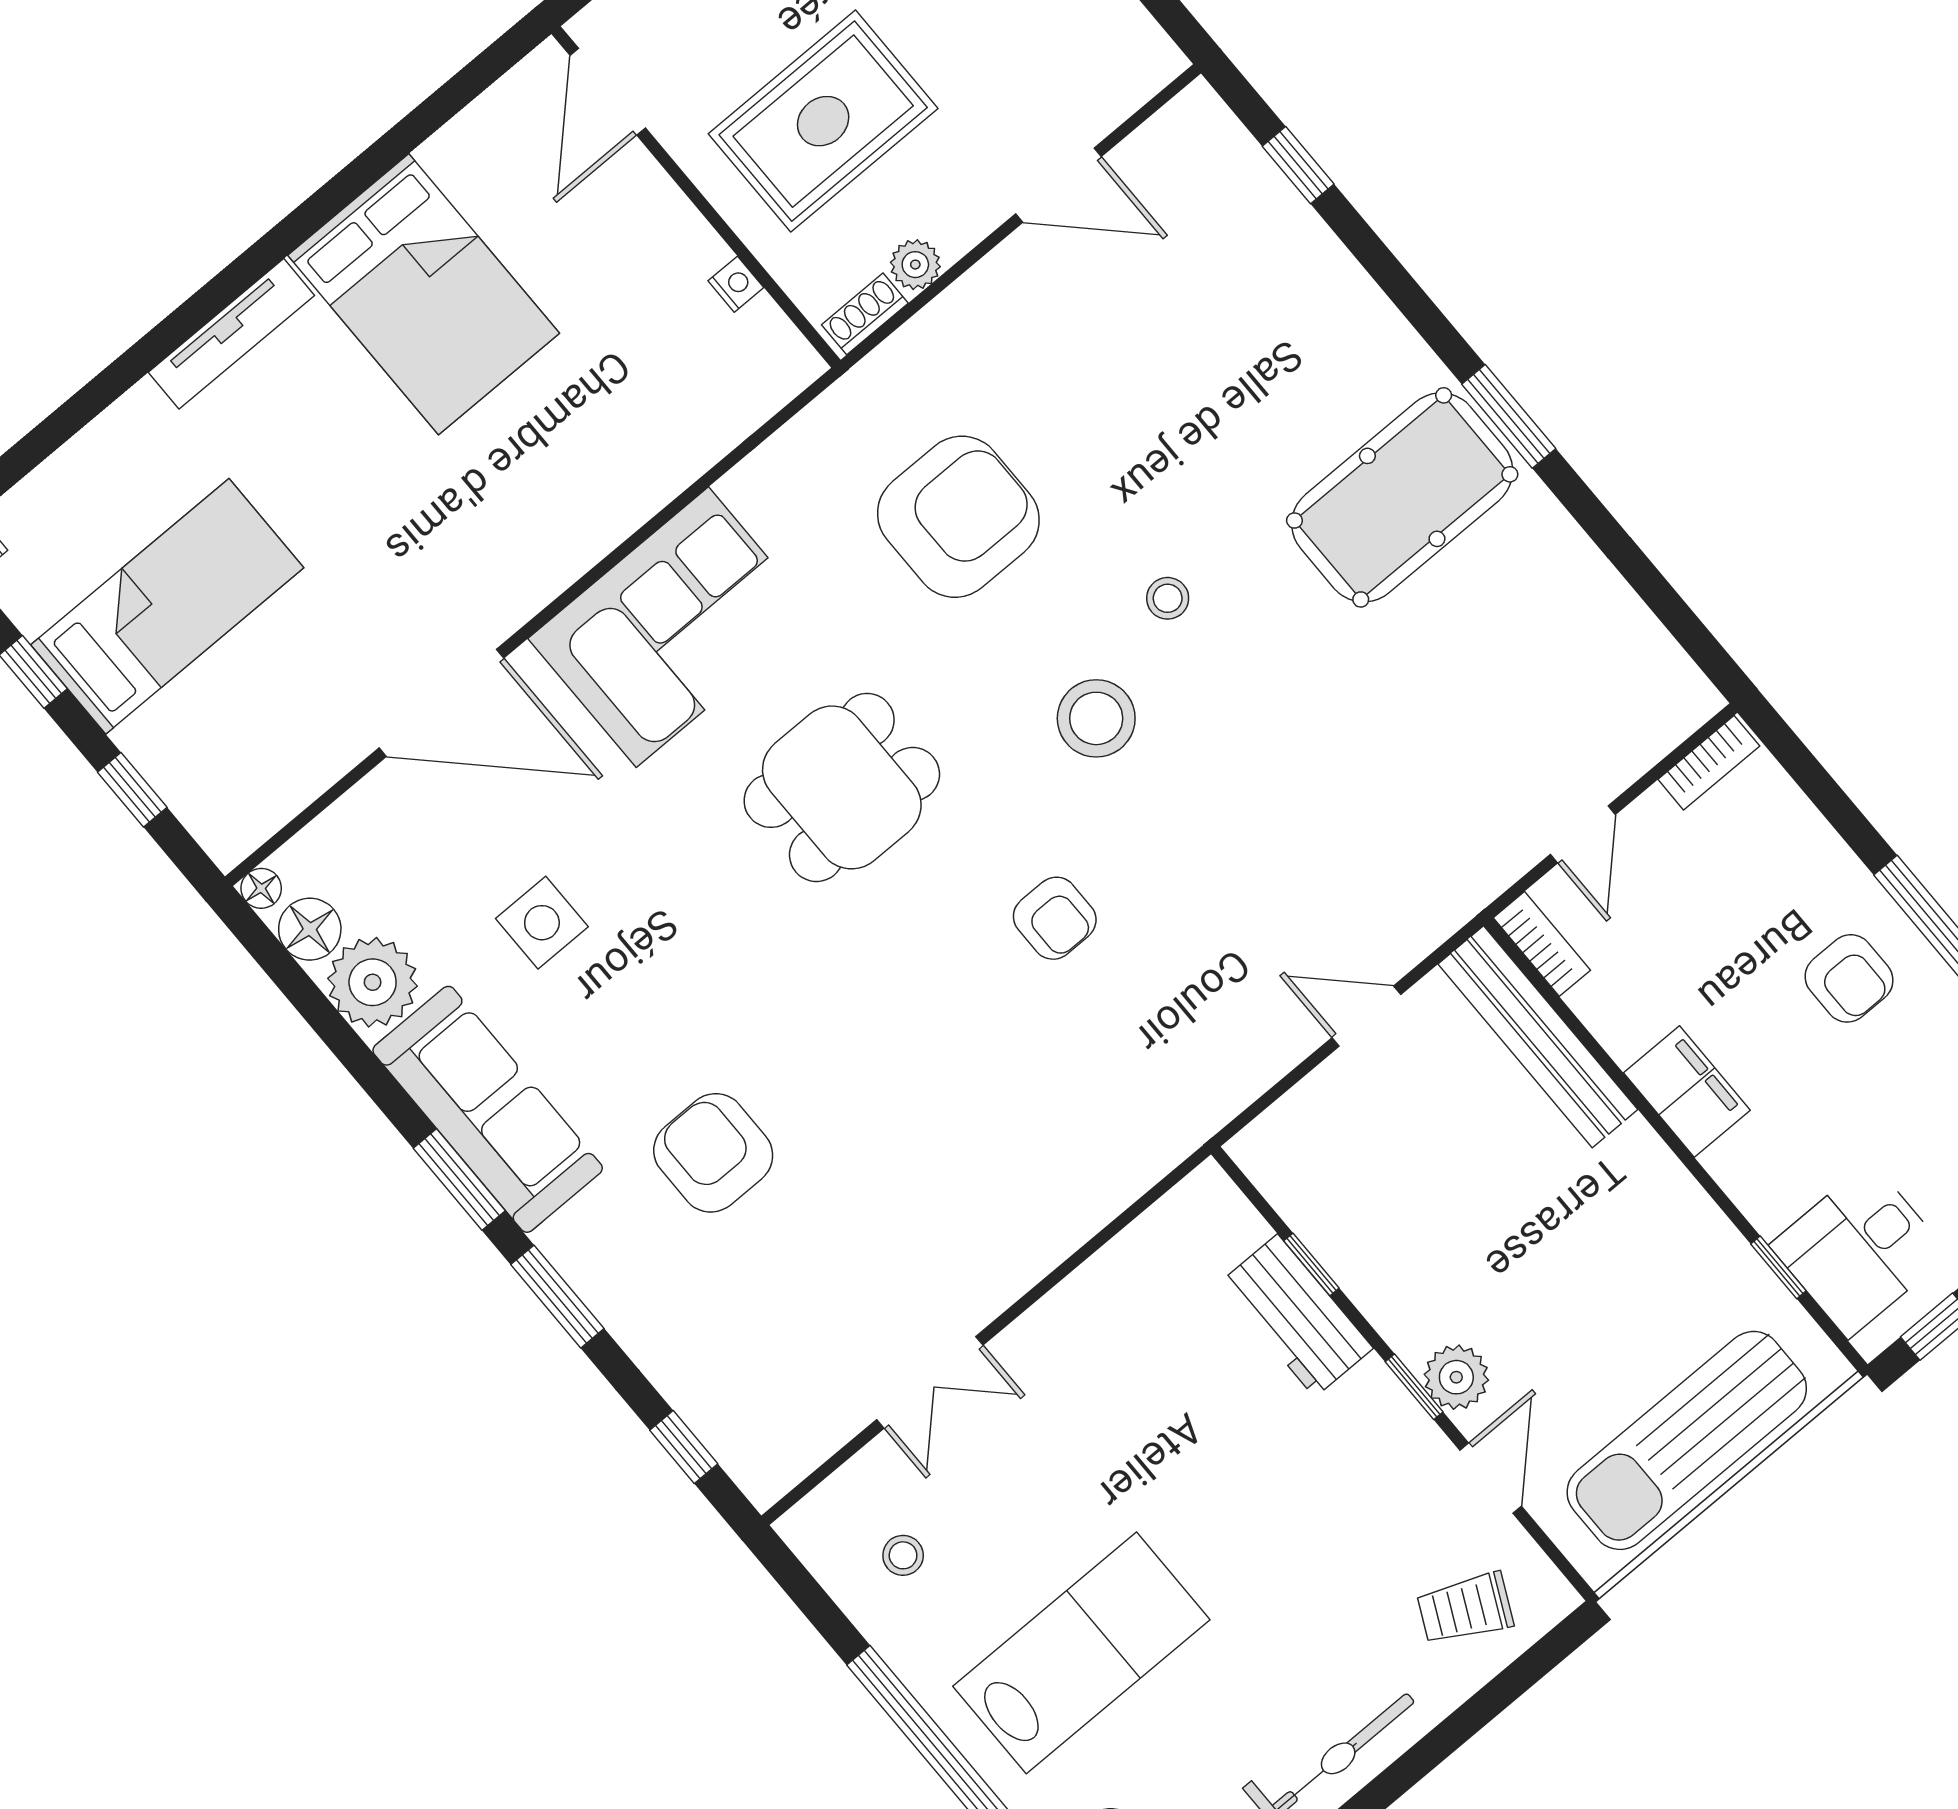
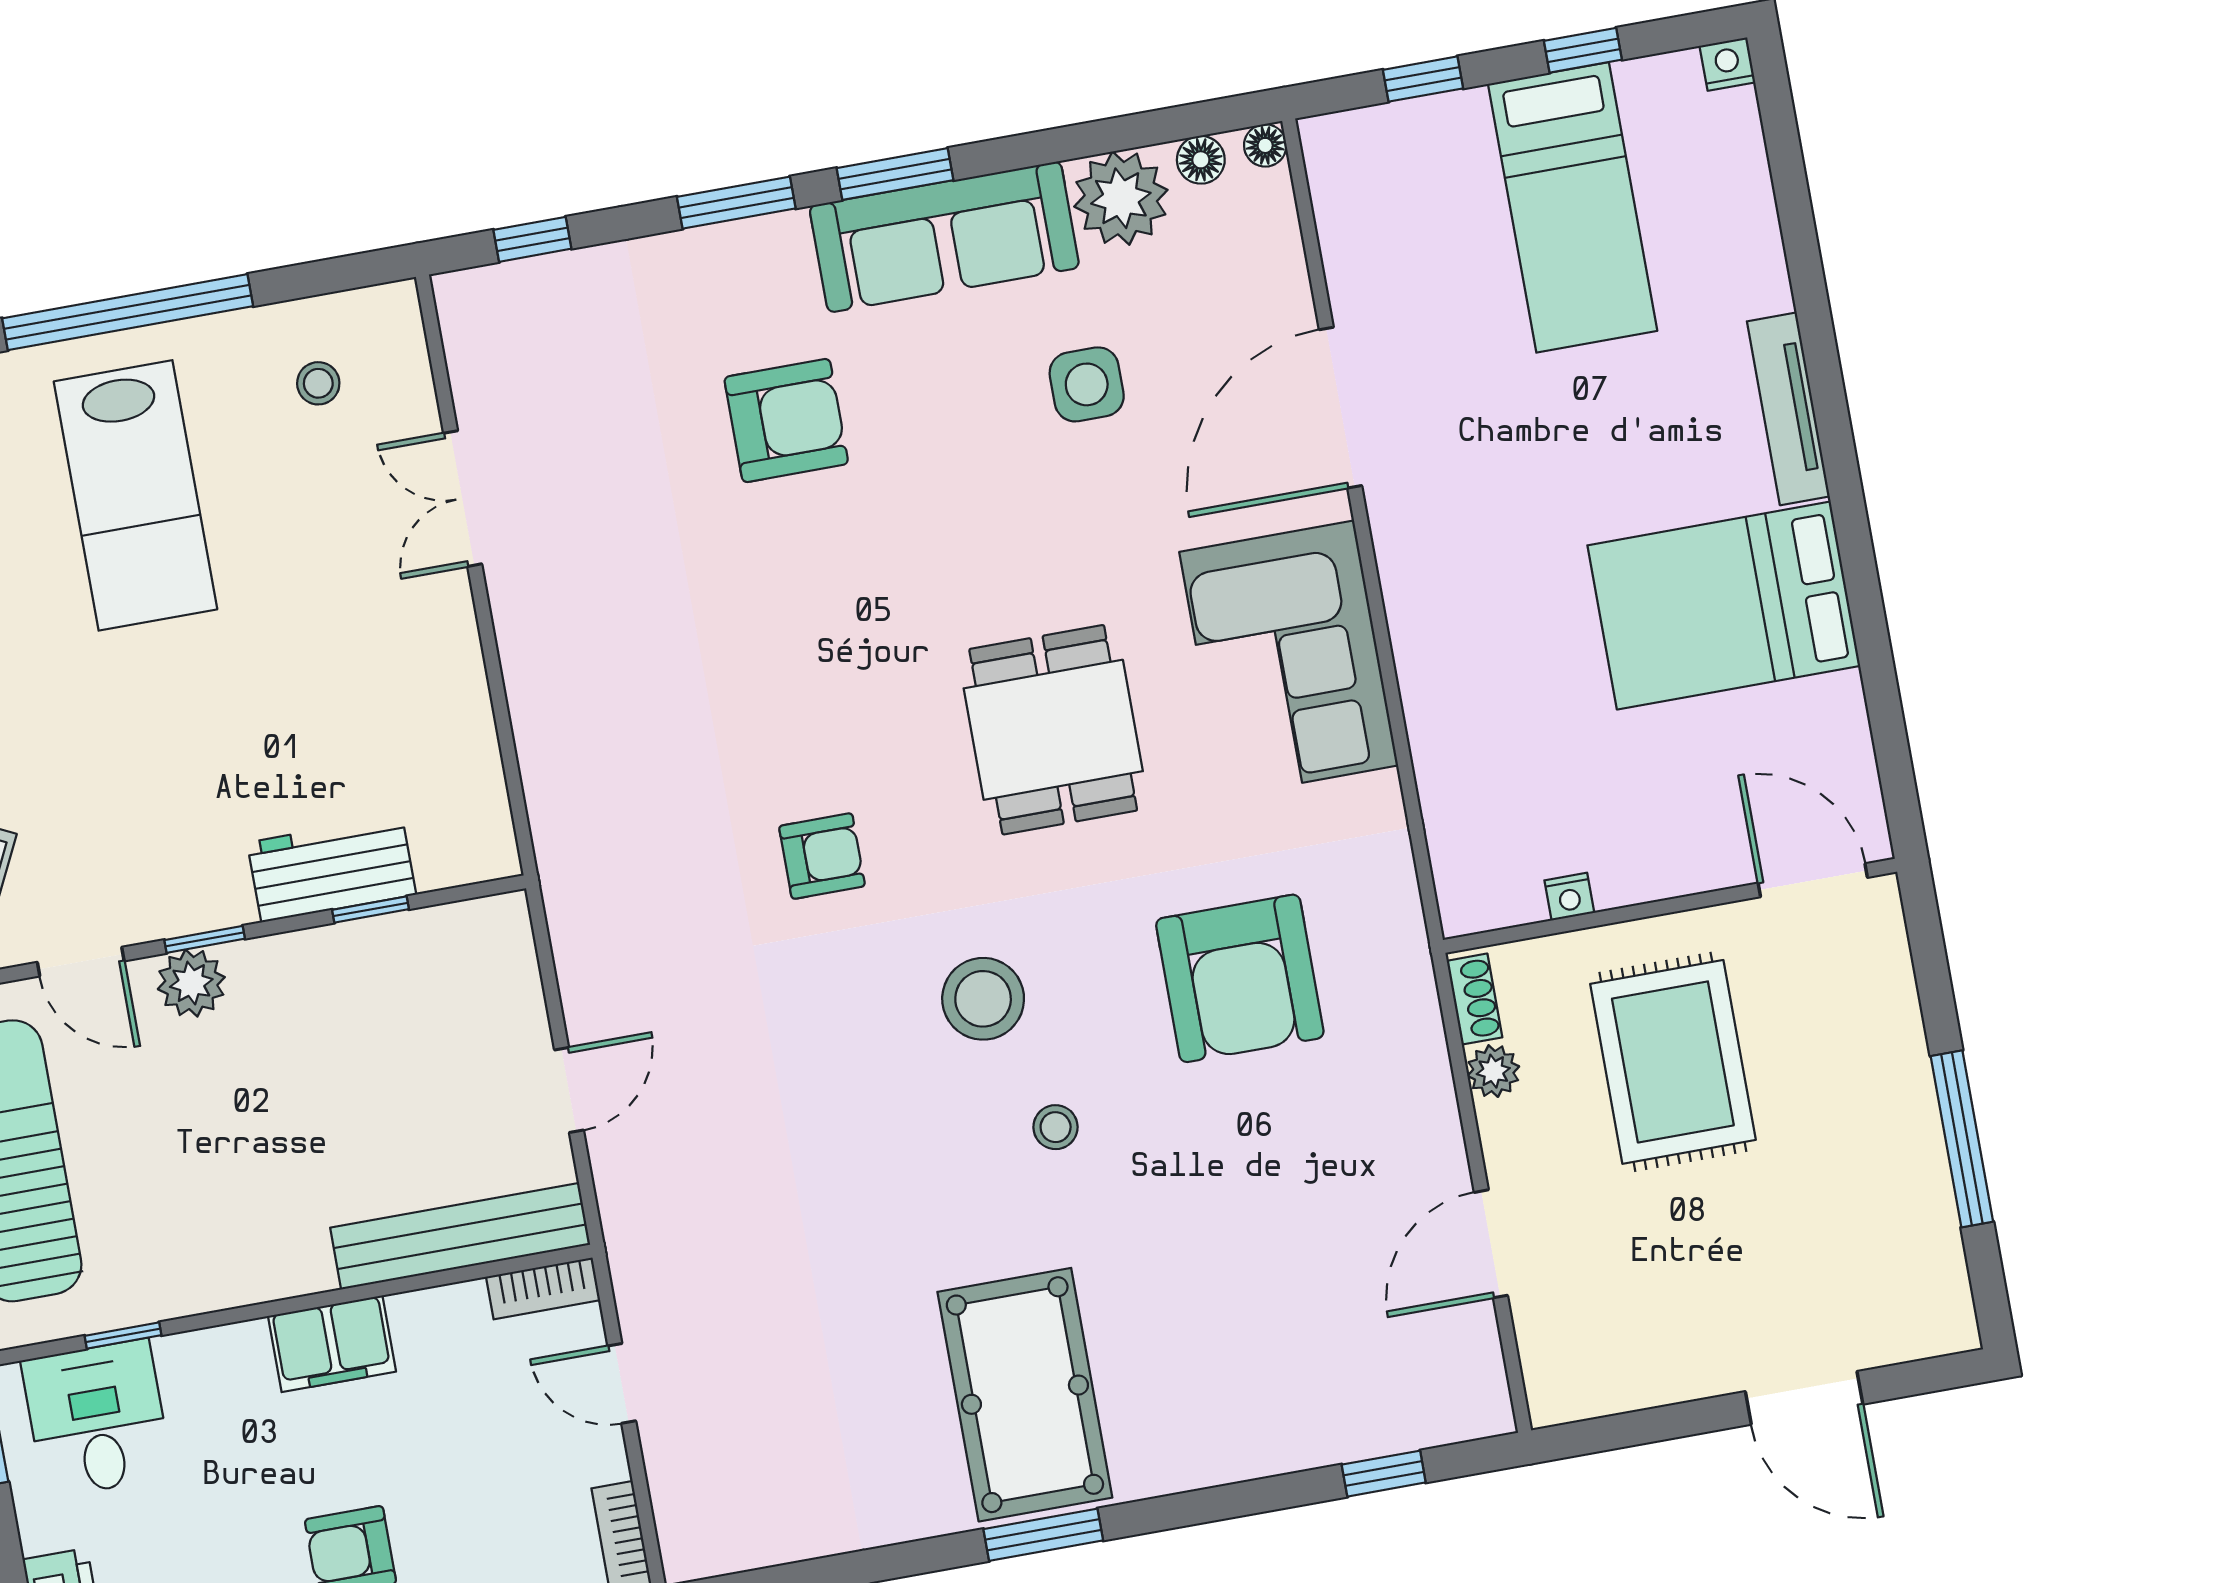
armchair: (1055, 918) -> (822, 856), turned 180
floor lamp: (310, 929) -> (1201, 160), width x0.73, depth x0.73

